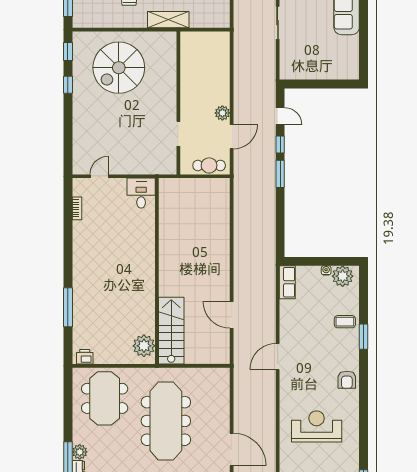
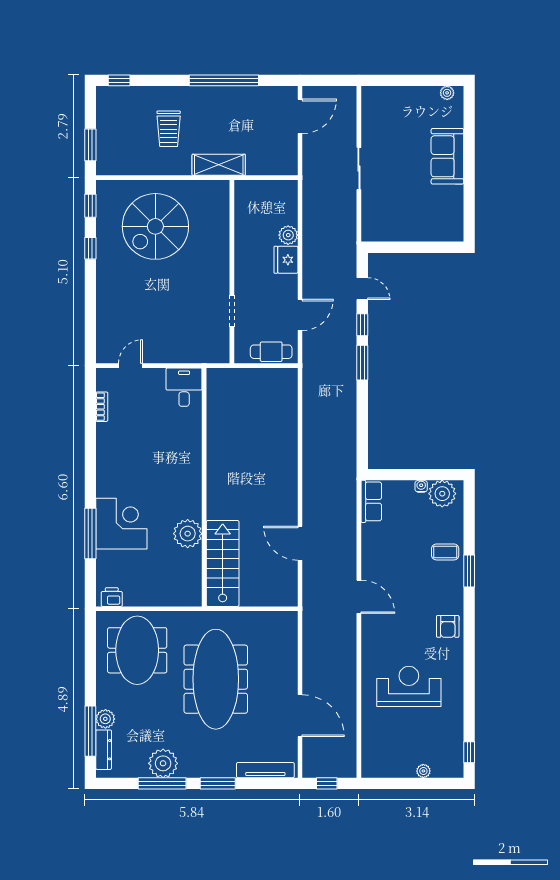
fridge: (221, 94) -> (286, 260), added
plant: (222, 113) -> (288, 235), moved
corner desk: (92, 300) -> (121, 524), added
plant: (144, 346) -> (188, 534), moved
door: (278, 357) -> (359, 597), swing flipped

